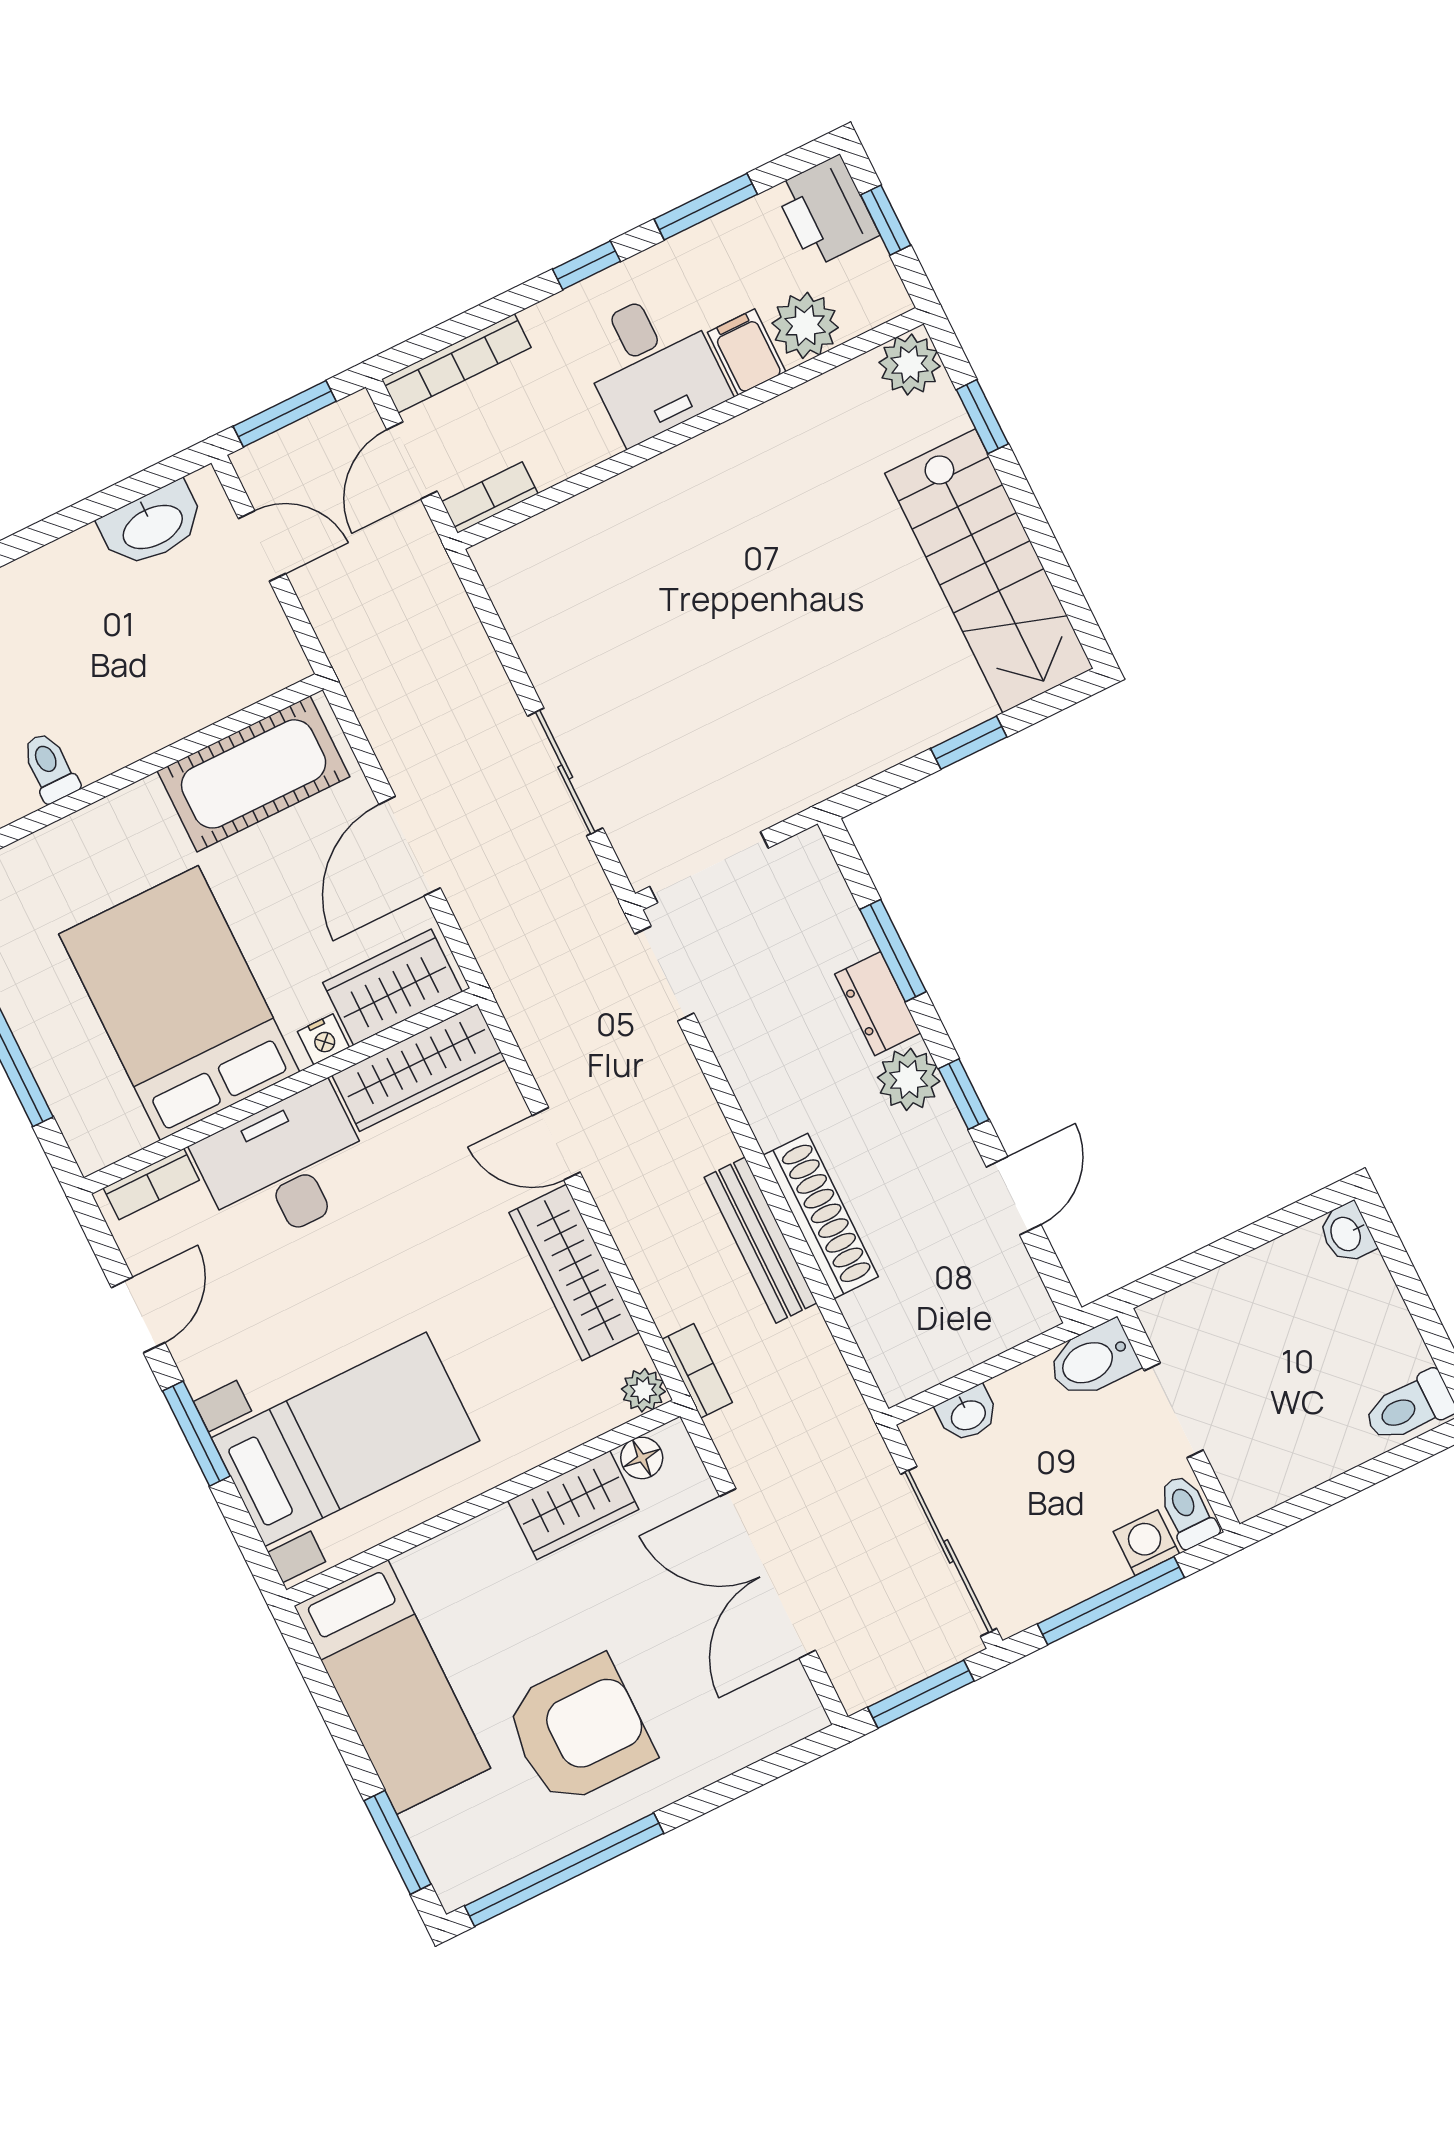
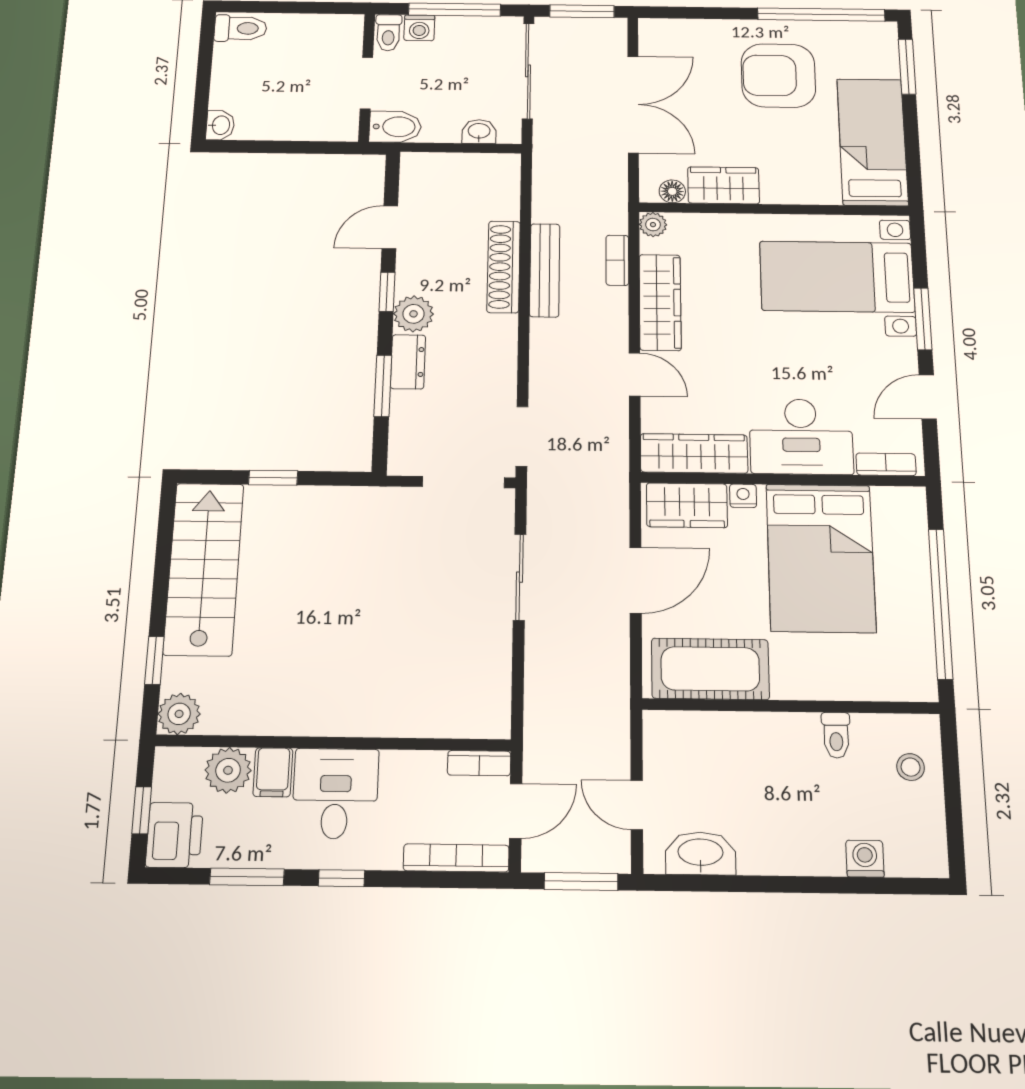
bookcase: (697, 1371) -> (617, 260), moved

